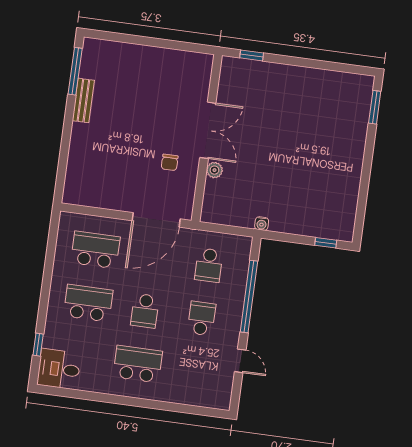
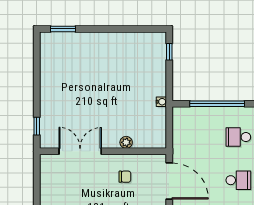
double door: (208, 130) -> (80, 151), moved
school desk: (209, 265) -> (198, 137), removed

